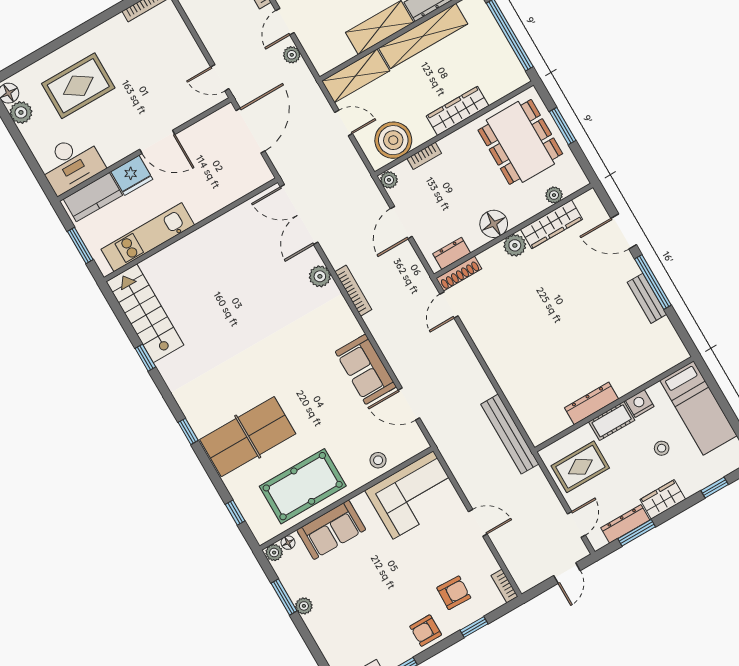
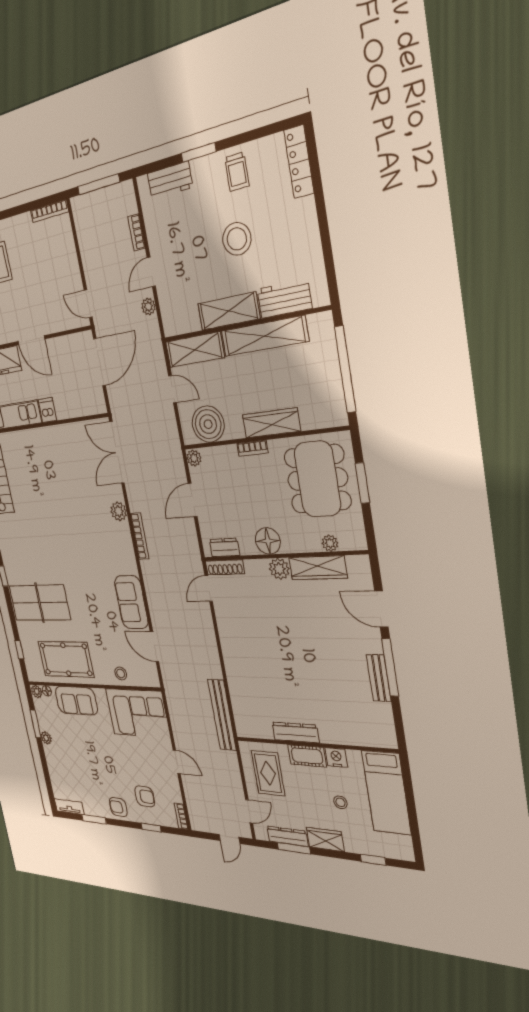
bookcase: (424, 156) -> (252, 448), moved
dishwasher: (198, 208) -> (47, 410), added
rug: (580, 467) -> (268, 773), turned 90

